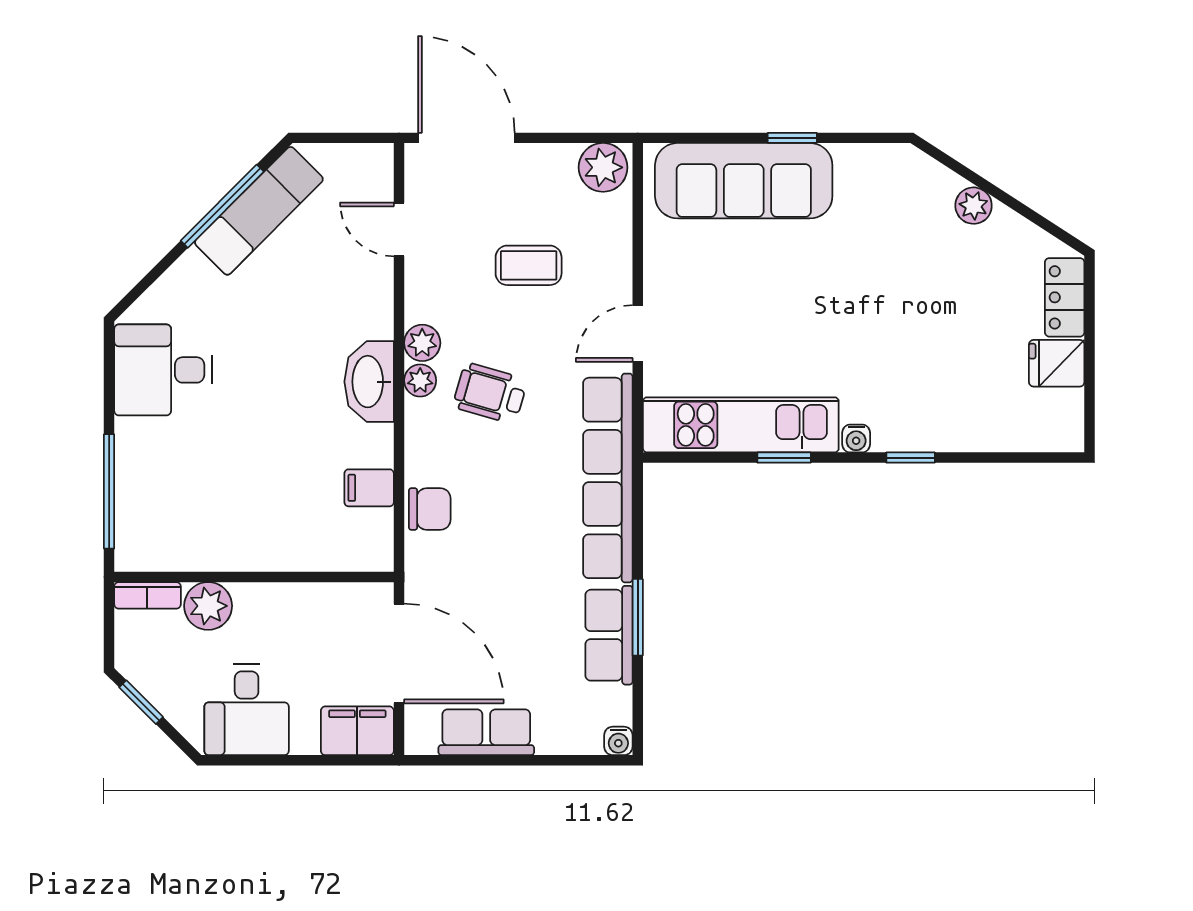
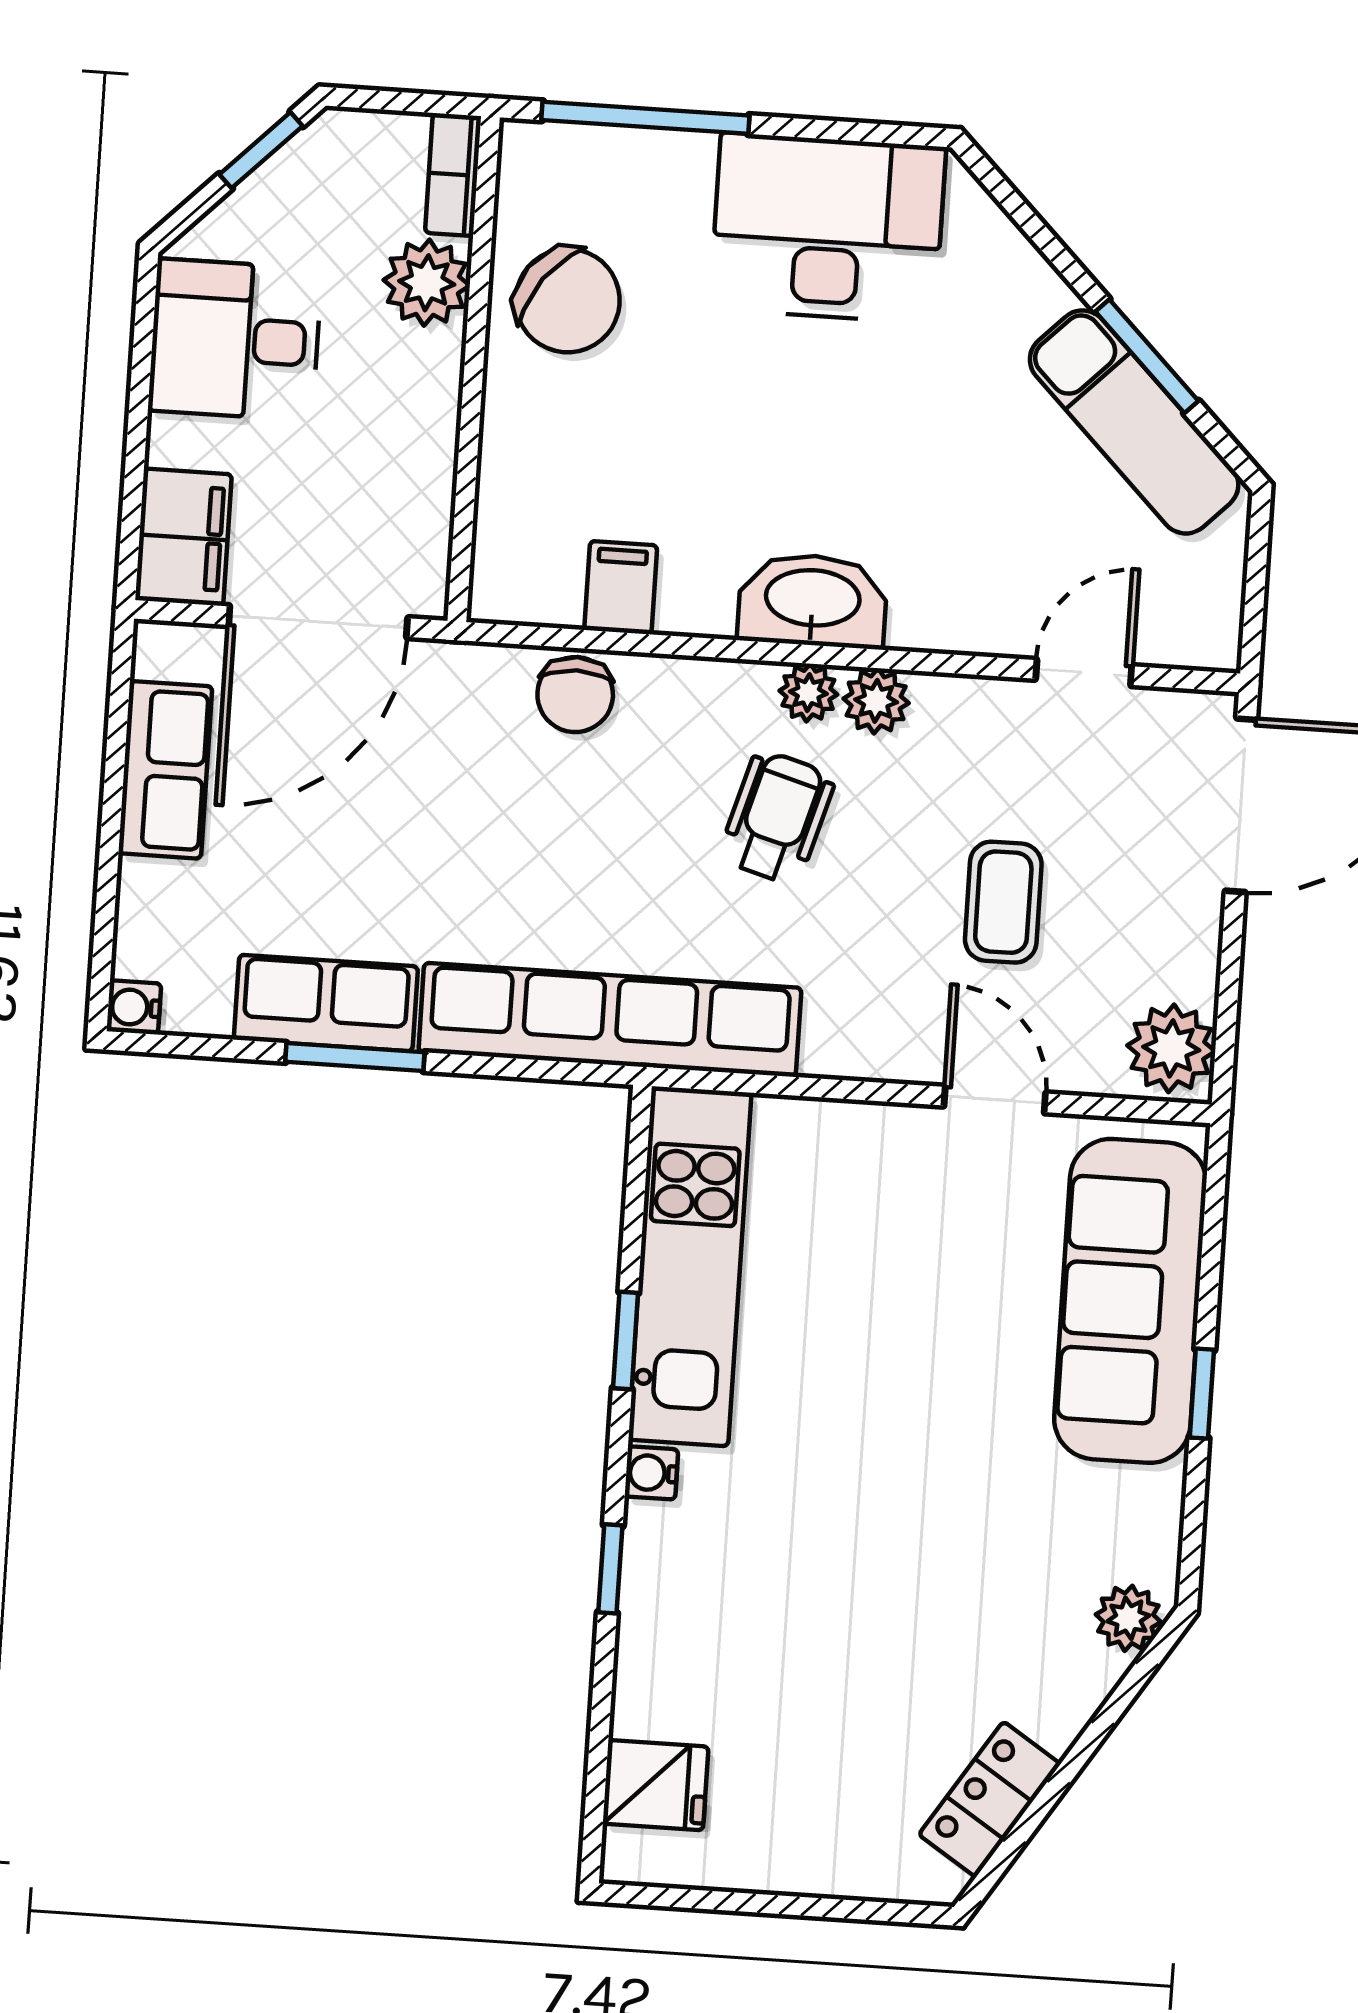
window: (222, 206) -> (1147, 356), width x0.69
plant: (974, 206) -> (1128, 1618), moved
locker: (1065, 297) -> (990, 1799), moved, turned -57
door: (638, 333) -> (995, 1100), moved
fridge: (1057, 363) -> (656, 1785), moved, turned 90
desk: (163, 370) -> (828, 228), width x1.37
chair: (213, 528) -> (568, 301), added

